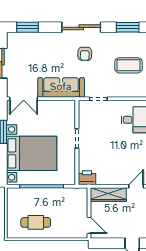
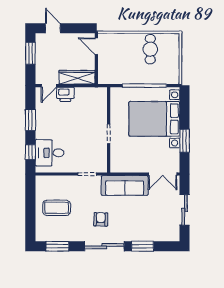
window: (27, 27) -> (143, 246), moved
double door: (24, 99) -> (163, 174), swing flipped
printer: (87, 178) -> (65, 94), moved
cafe table: (36, 222) -> (150, 49), turned 90

